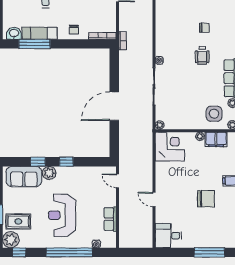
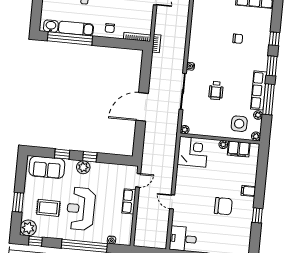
window: (35, 44) -> (70, 38), width x1.46
wheelchair: (202, 55) -> (216, 90), moved
plant: (49, 173) -> (83, 167), moved
door: (117, 181) -> (138, 180), swing flipped
row of seats: (110, 219) -> (129, 201), moved
rug: (18, 221) -> (48, 208), moved

